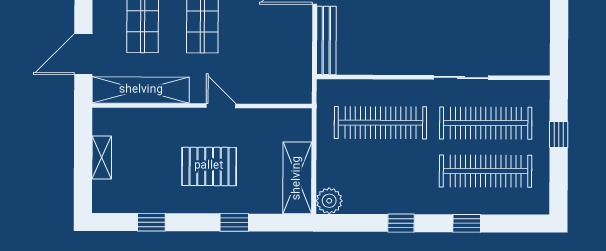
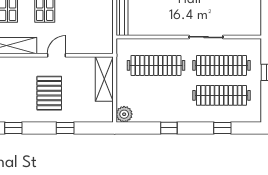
door: (221, 106) -> (57, 55), hinge flipped
pallet: (209, 166) -> (49, 93), turned 90
shelving: (297, 178) -> (104, 79), moved
window: (467, 223) -> (222, 128), moved

